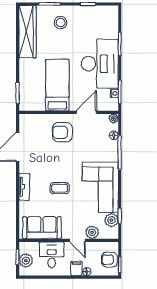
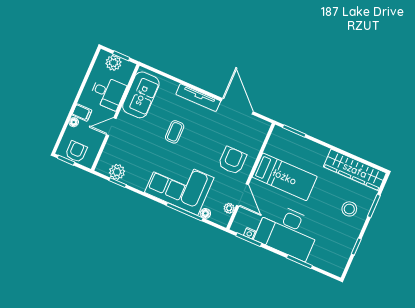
plant: (114, 118) -> (229, 208), moved
tv unit: (24, 187) -> (198, 98), width x1.41
corner sofa: (100, 187) -> (179, 185), moved
plant: (92, 232) -> (113, 146), removed

